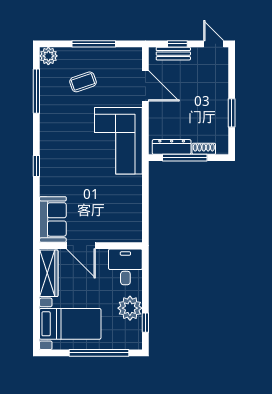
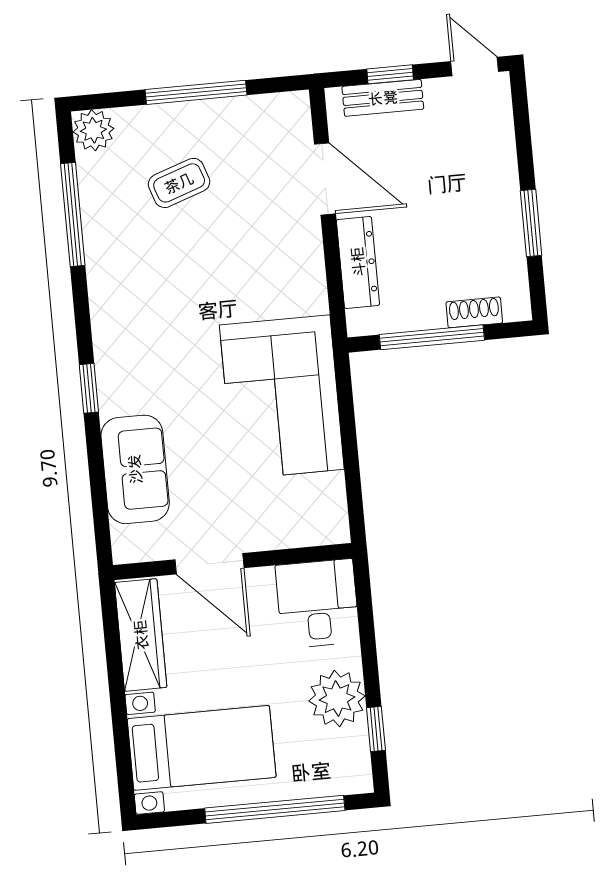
corner sofa: (118, 141) -> (282, 397), moved
dresser: (172, 147) -> (358, 262), moved, turned 90
sofa: (53, 219) -> (135, 469), moved

